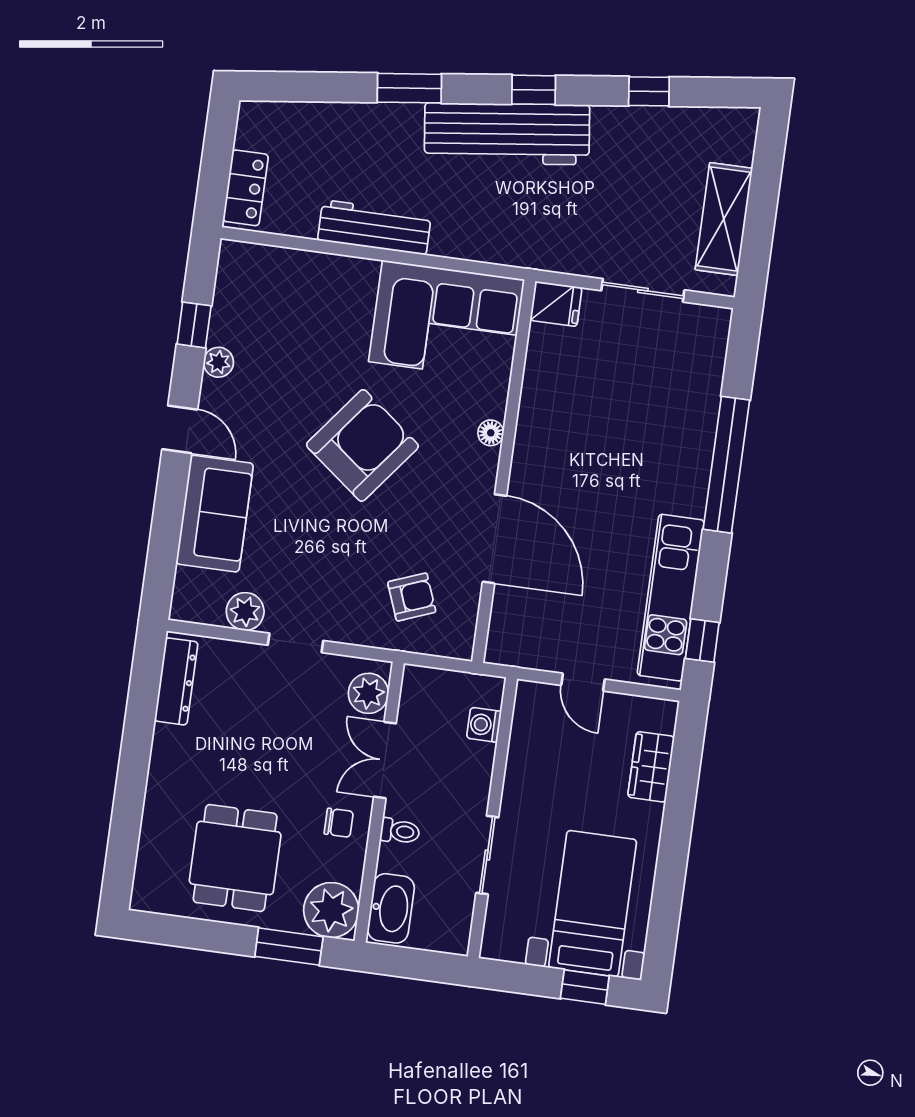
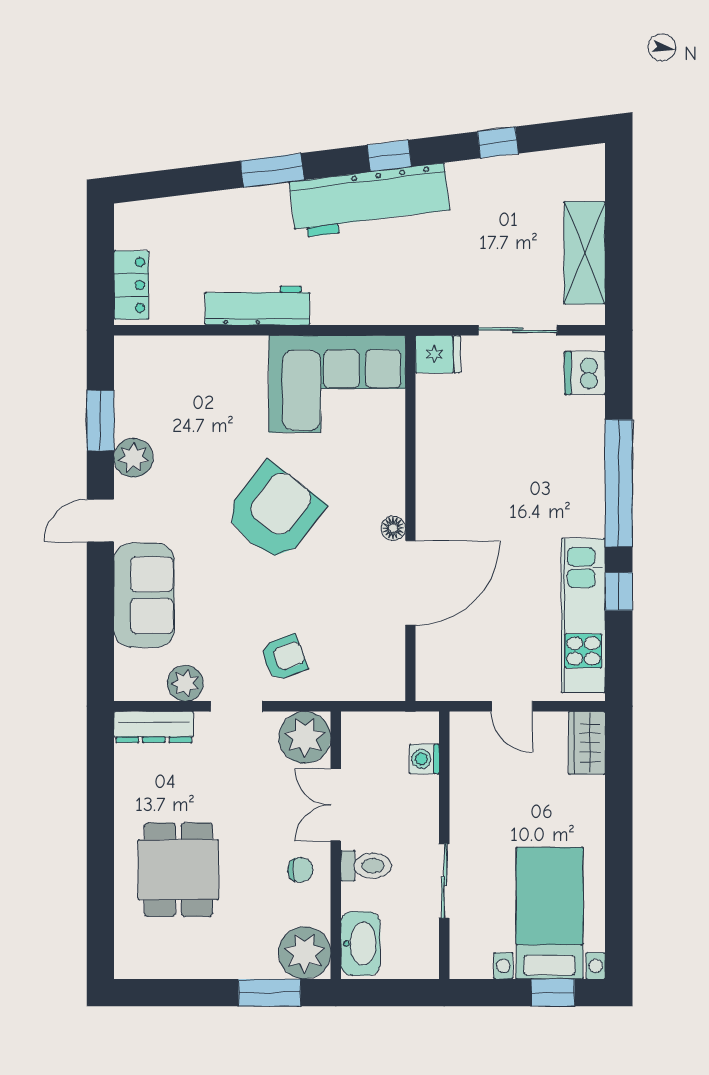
window: (194, 325) -> (100, 421), width x1.50
dishwasher: (707, 344) -> (585, 373), added
plant: (218, 362) -> (133, 458), width x1.38, depth x1.38
door: (180, 429) -> (100, 521), swing flipped
floor lamp: (491, 433) -> (393, 528), moved
door: (495, 539) -> (410, 583), hinge flipped
armchair: (412, 597) -> (284, 658), moved
window: (702, 640) -> (619, 591), moved
dresser: (176, 681) -> (154, 727), moved, turned 90
plant: (368, 693) -> (305, 737), width x1.36, depth x1.36
wardrobe: (651, 767) -> (587, 743), moved
toilet: (400, 831) -> (366, 866), width x1.37, depth x1.39
dining table: (235, 858) -> (178, 870), moved

